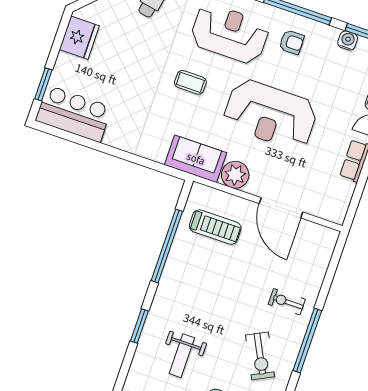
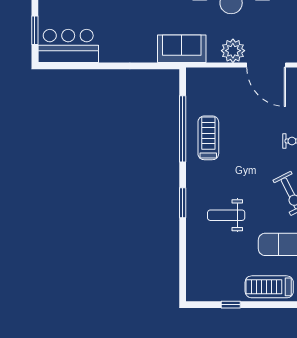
plant: (235, 175) -> (233, 51), moved
treadmill: (215, 227) -> (208, 138), moved, turned -90
weight bench: (182, 356) -> (226, 215), turned 90

